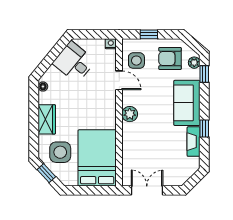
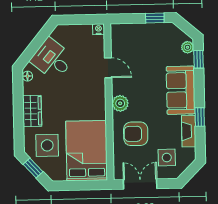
window: (149, 34) -> (155, 18), moved
armchair: (170, 58) -> (136, 134), moved
side table: (136, 61) -> (167, 158), moved
desk: (74, 62) -> (52, 59), moved

